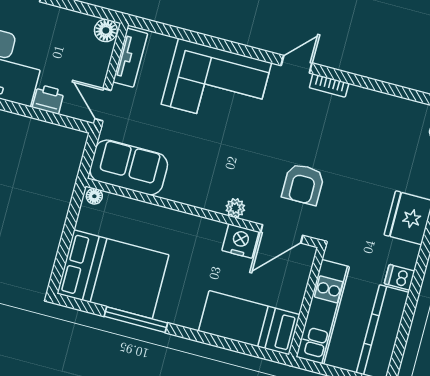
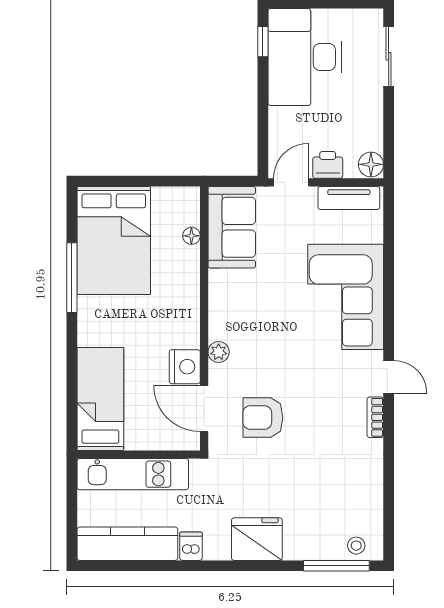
printer: (48, 99) -> (328, 165), moved, turned -90
floor lamp: (94, 196) -> (191, 236), moved

